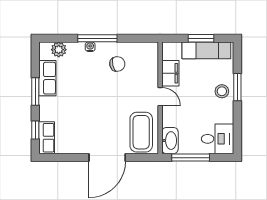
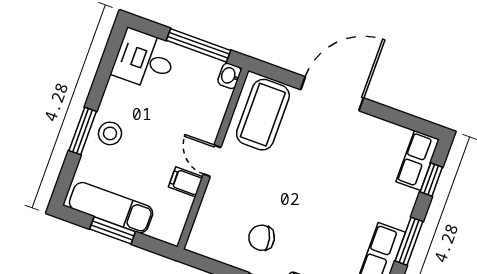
filing cabinet: (170, 73) -> (186, 182), width x0.50
washbasin: (170, 141) -> (229, 76), width x0.52, depth x0.69

